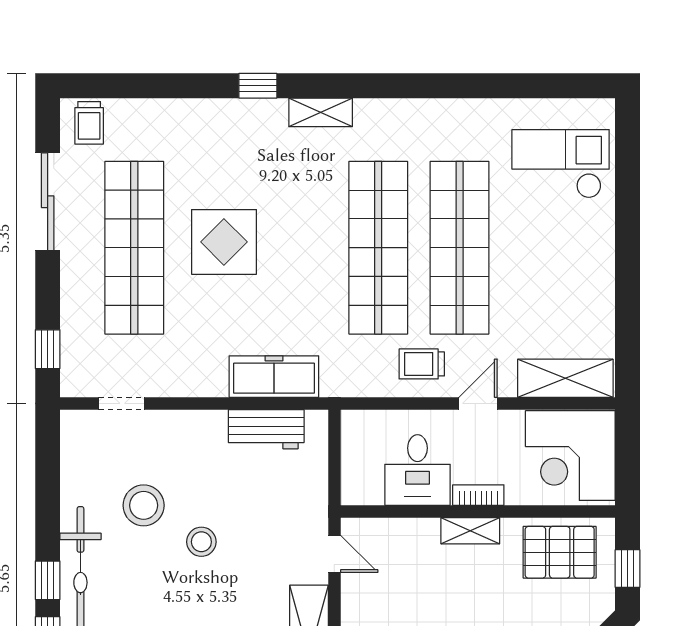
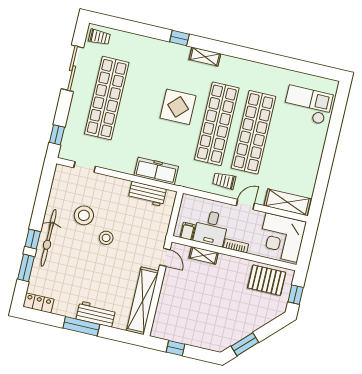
trolley: (89, 123) -> (99, 37), turned -90
display table: (224, 242) -> (178, 107), moved
filing cabinet: (369, 488) -> (188, 231), added
shelving: (470, 531) -> (204, 255), moved

